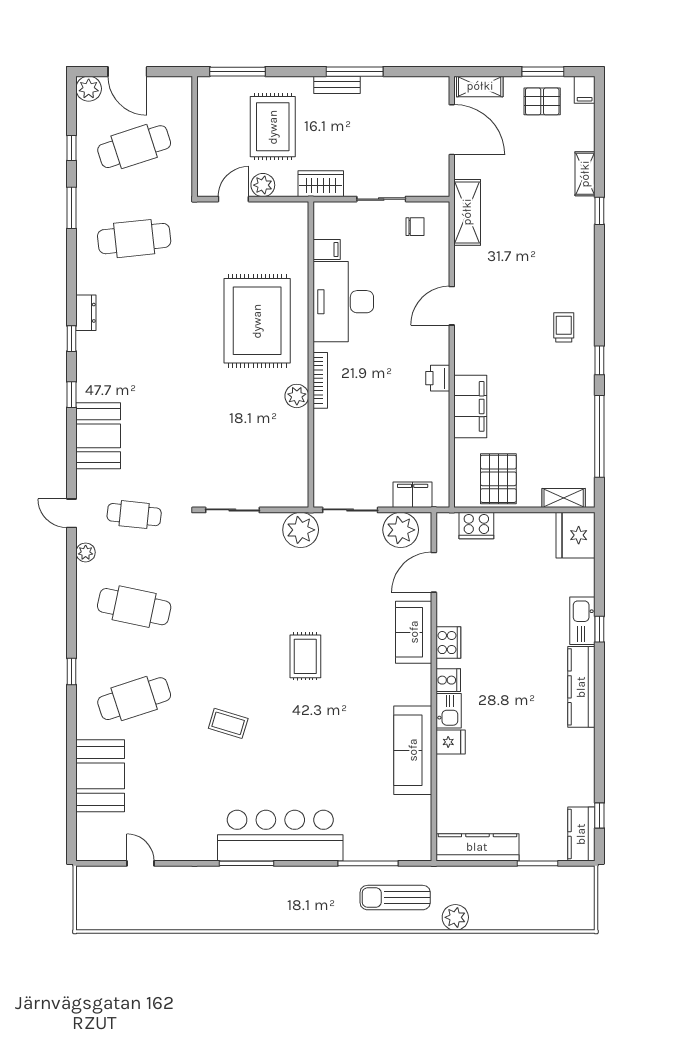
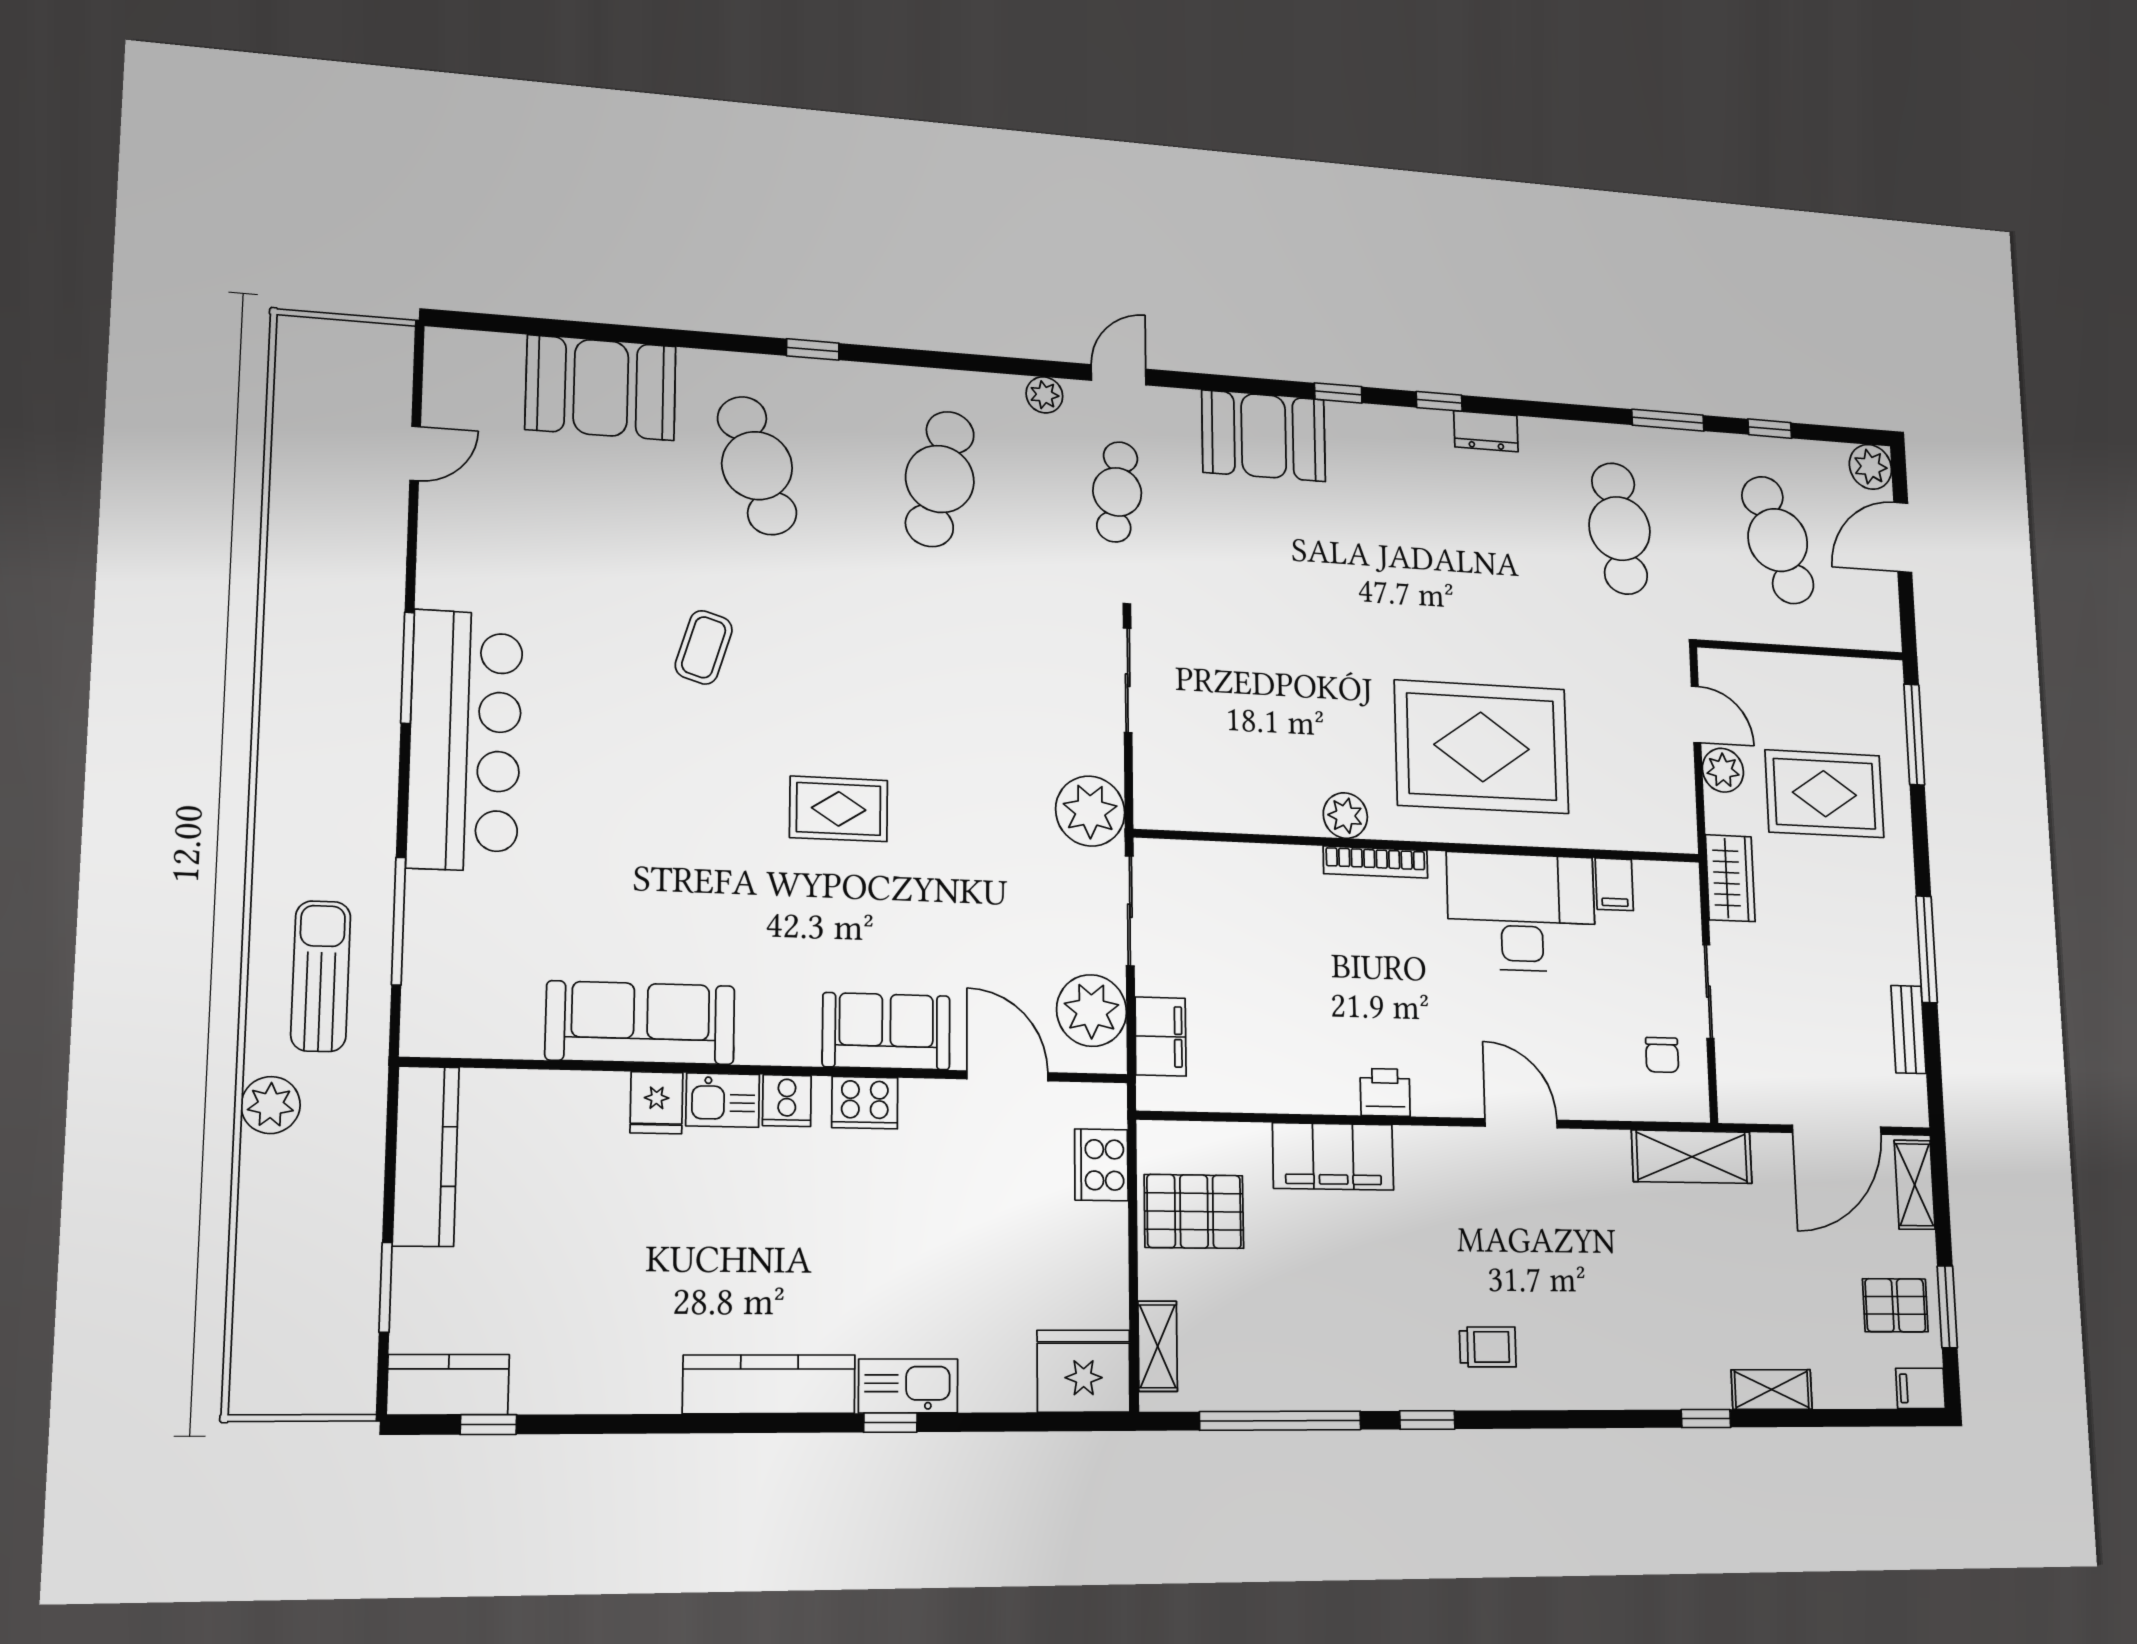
bench: (337, 85) -> (1909, 1029), moved
pallet: (542, 101) -> (1895, 1305), turned 90

